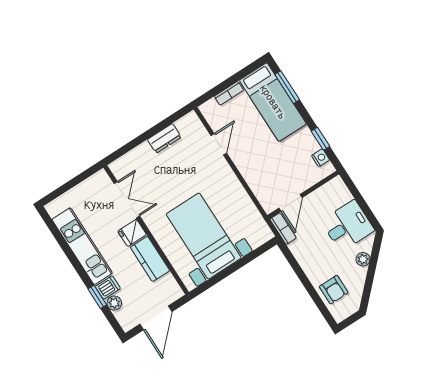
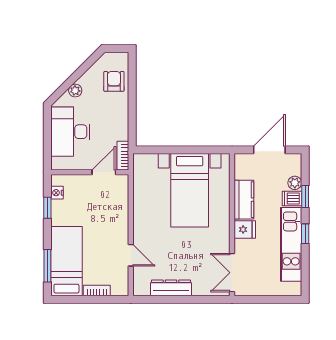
dresser: (164, 138) -> (171, 288), width x1.44
door: (219, 144) -> (131, 255), swing flipped
double door: (127, 200) -> (232, 273), moved
desk: (348, 226) -> (70, 132), width x1.37
window: (76, 264) -> (305, 234), added

